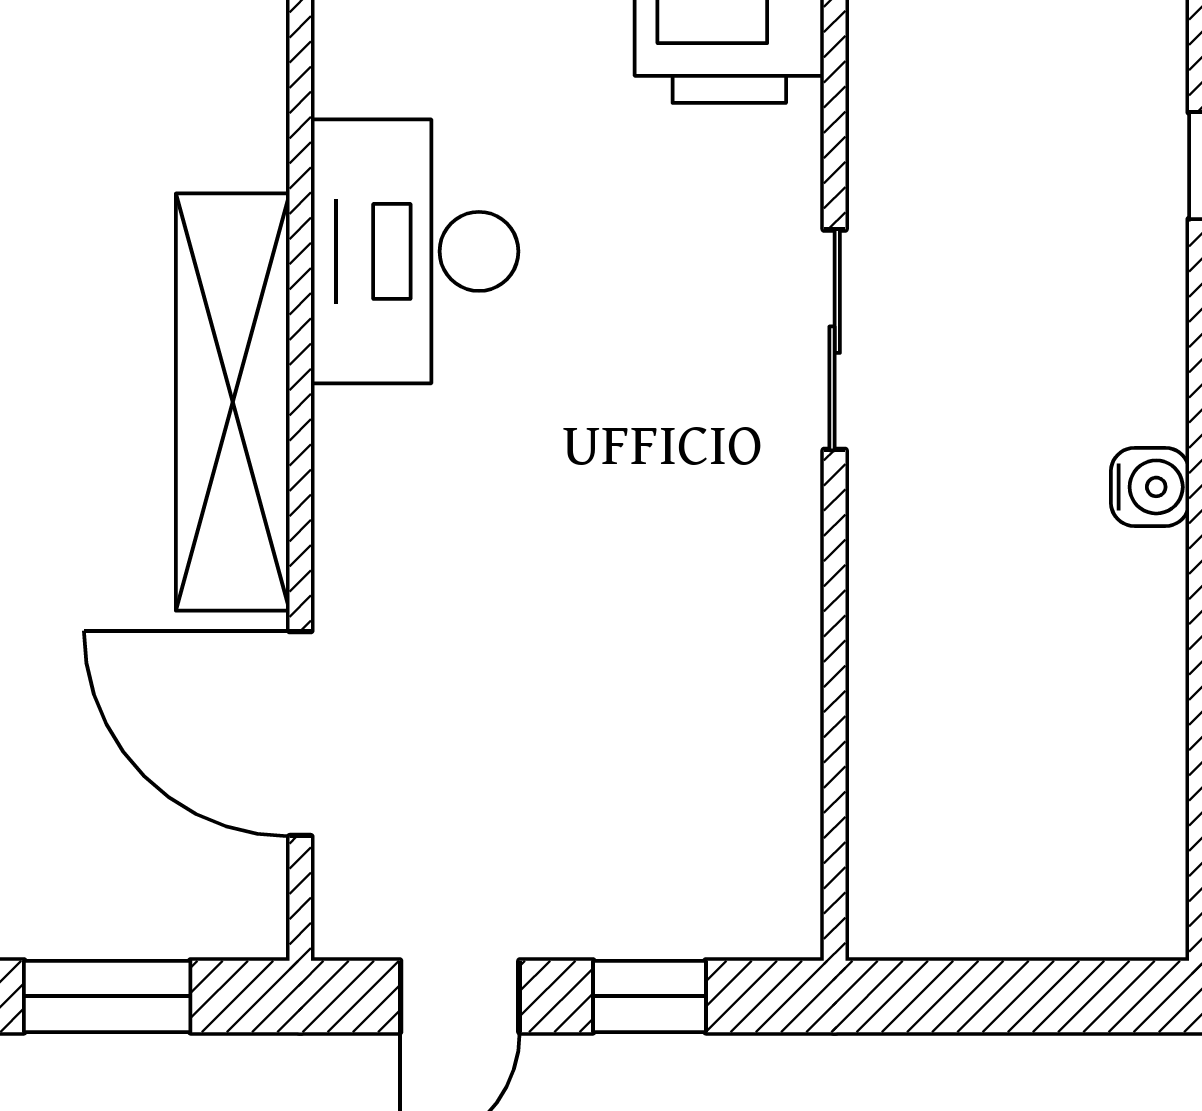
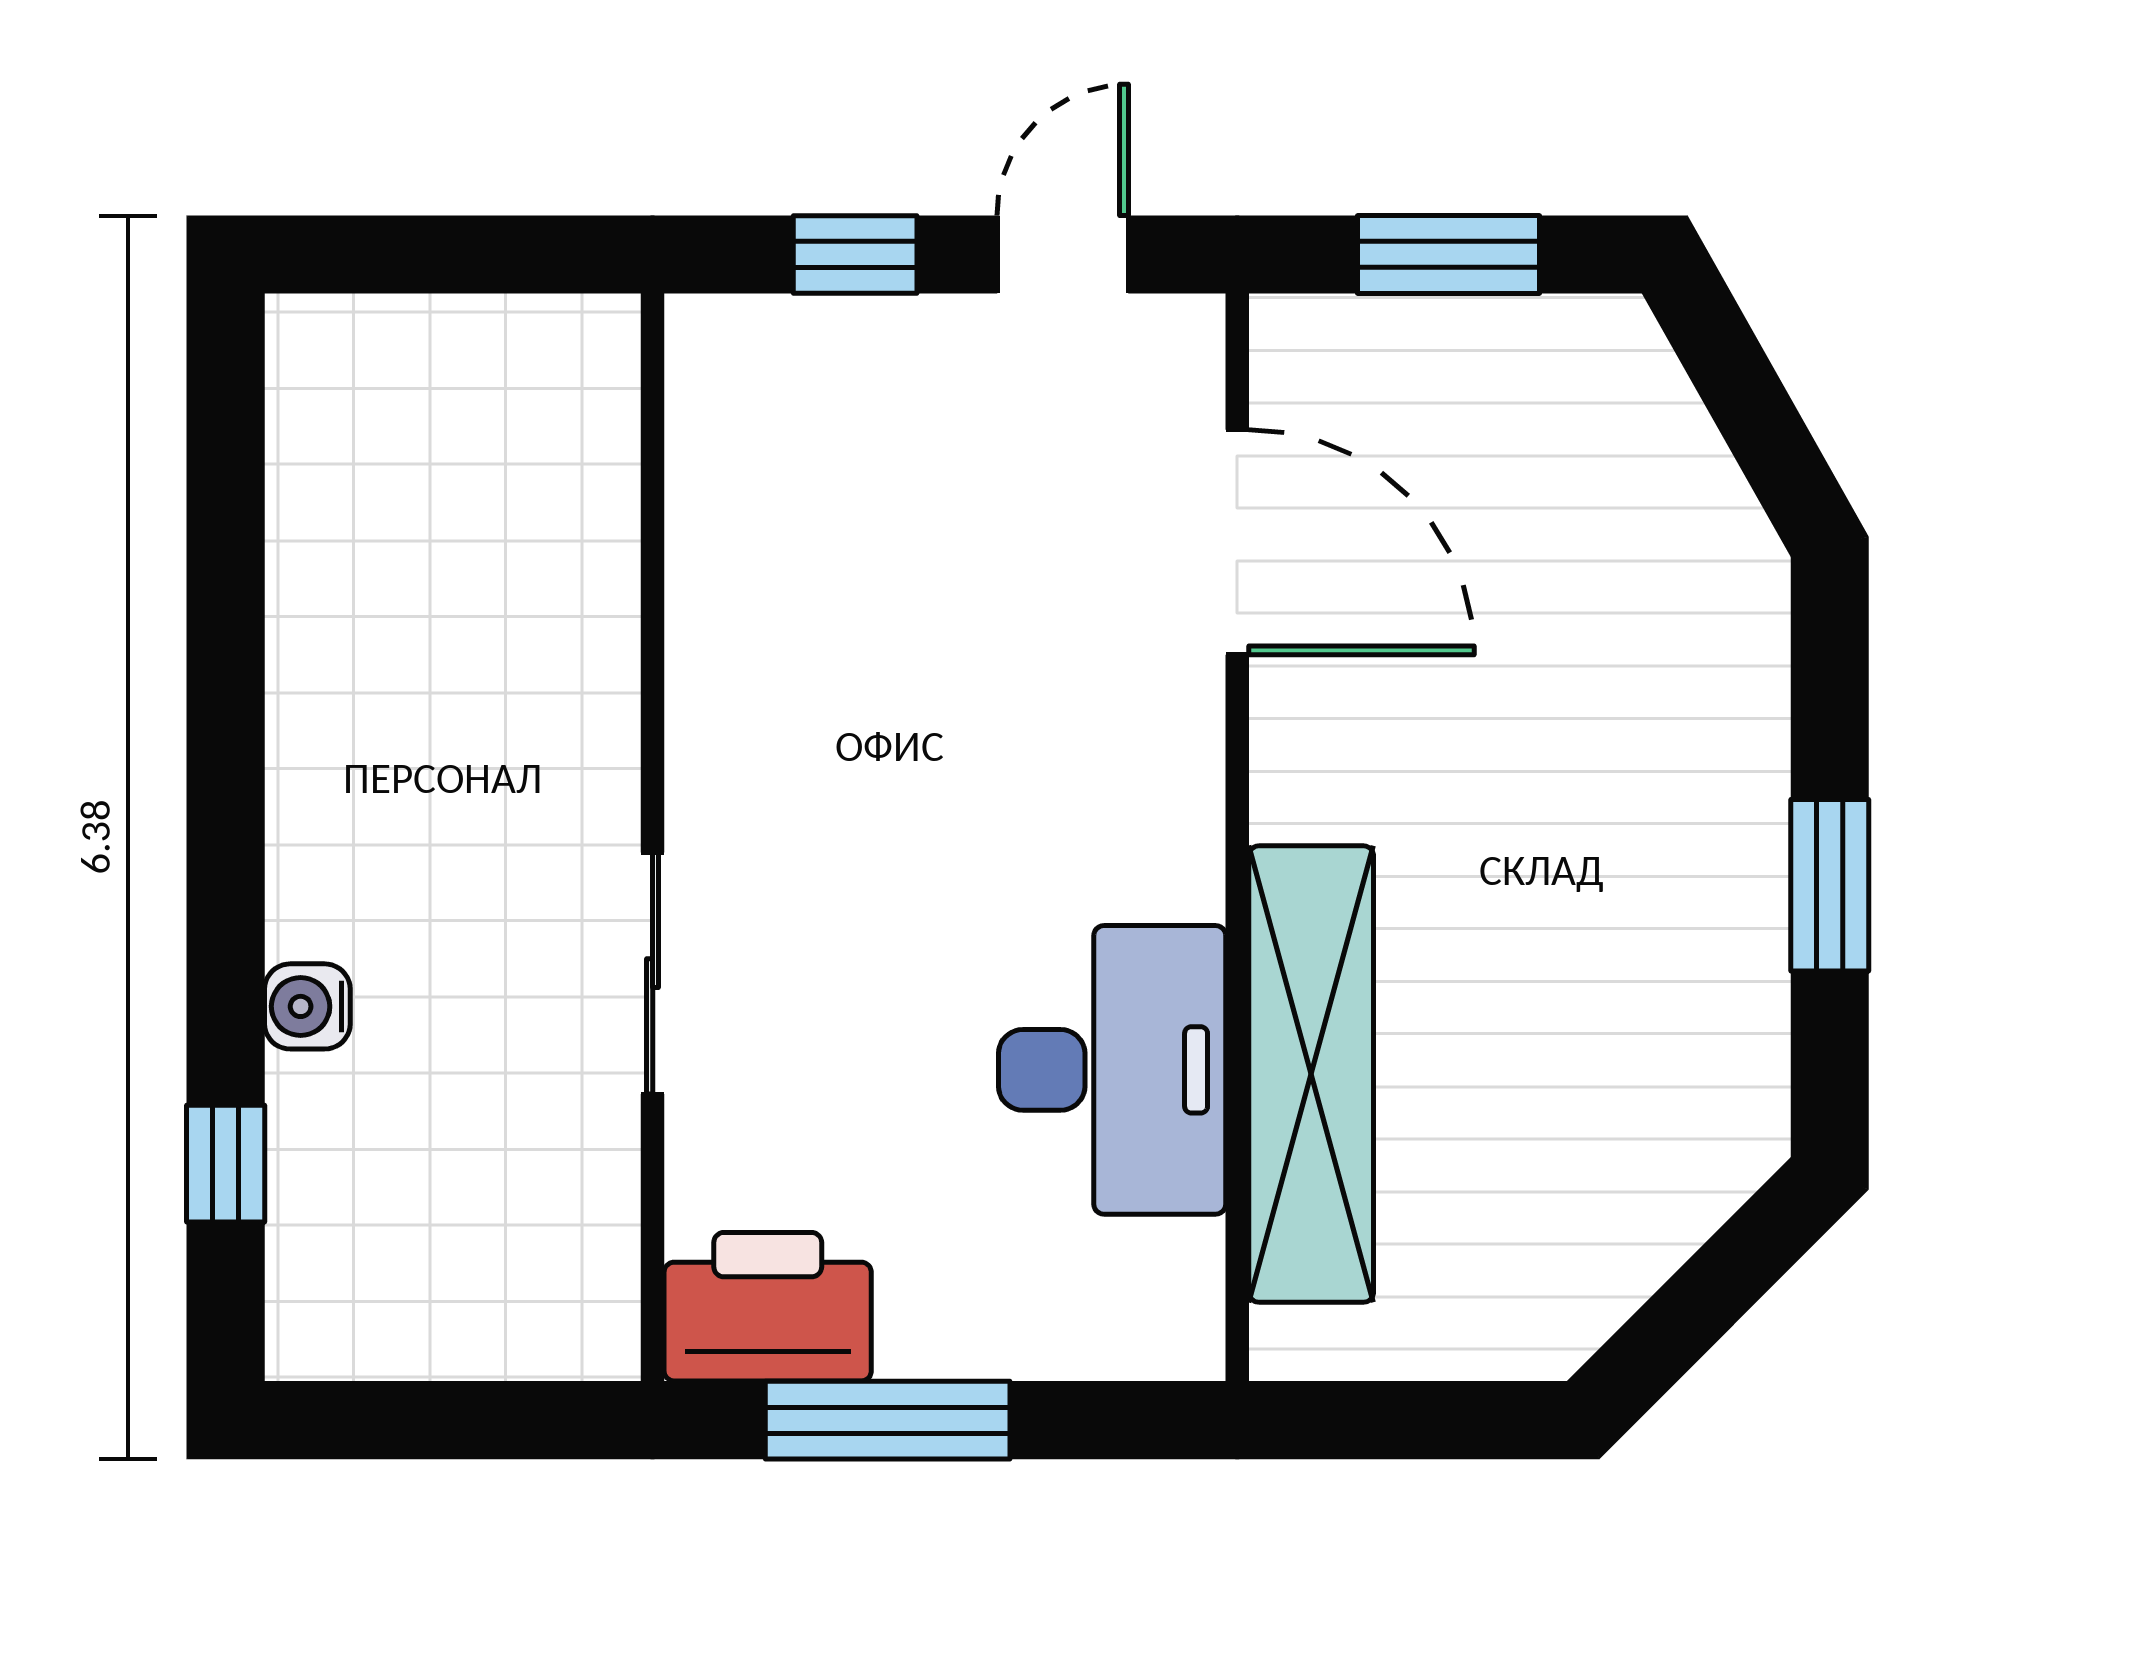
shelving: (233, 402) -> (1311, 1074), moved
water cooler: (1150, 487) -> (307, 1006), moved

